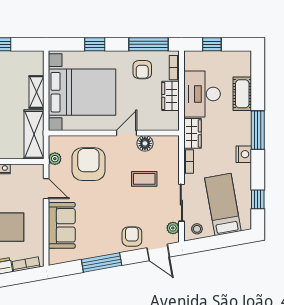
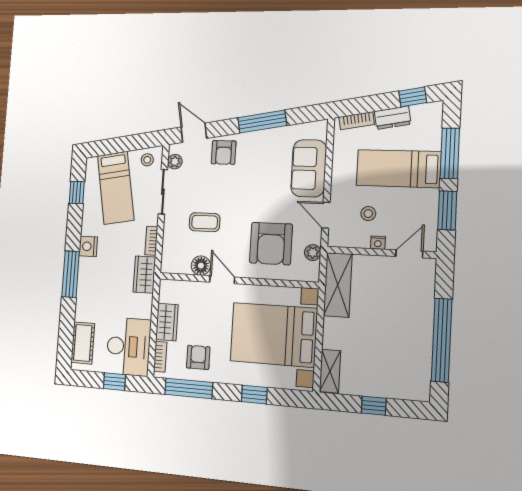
shelving: (36, 92) -> (330, 371), moved
desk: (202, 94) -> (128, 347), moved
cot: (242, 94) -> (83, 343), moved
door: (127, 133) -> (222, 280), swing flipped
stool: (13, 191) -> (368, 214), added

